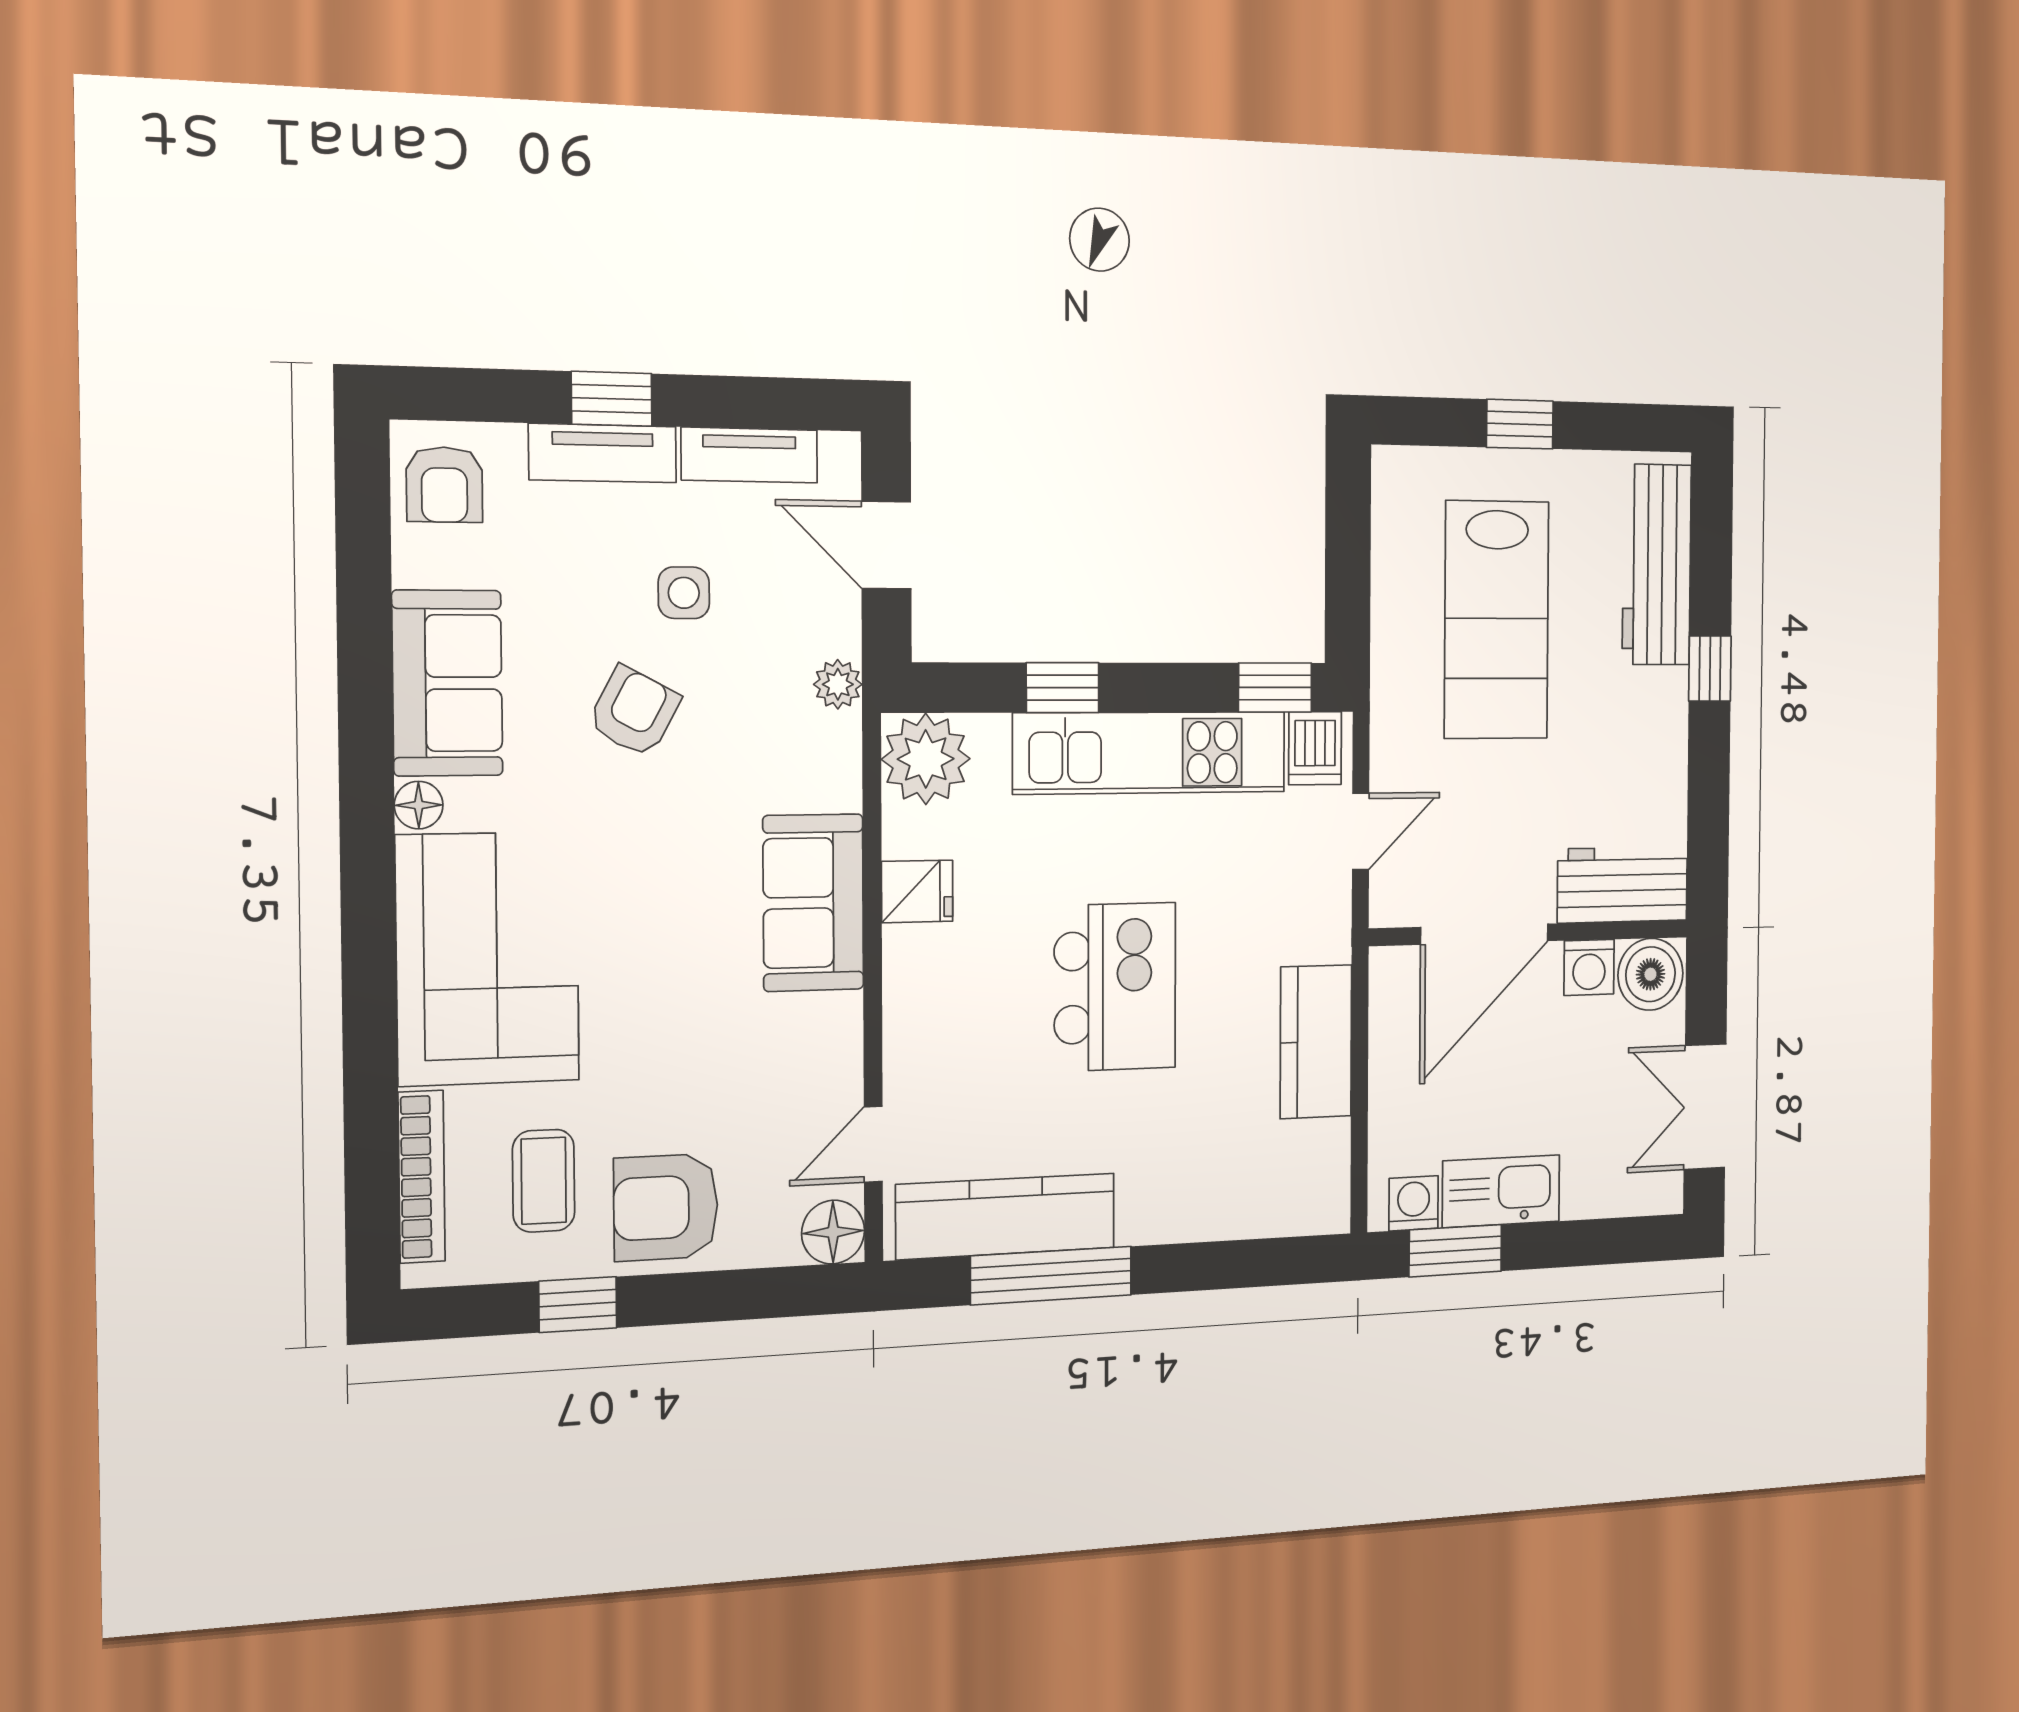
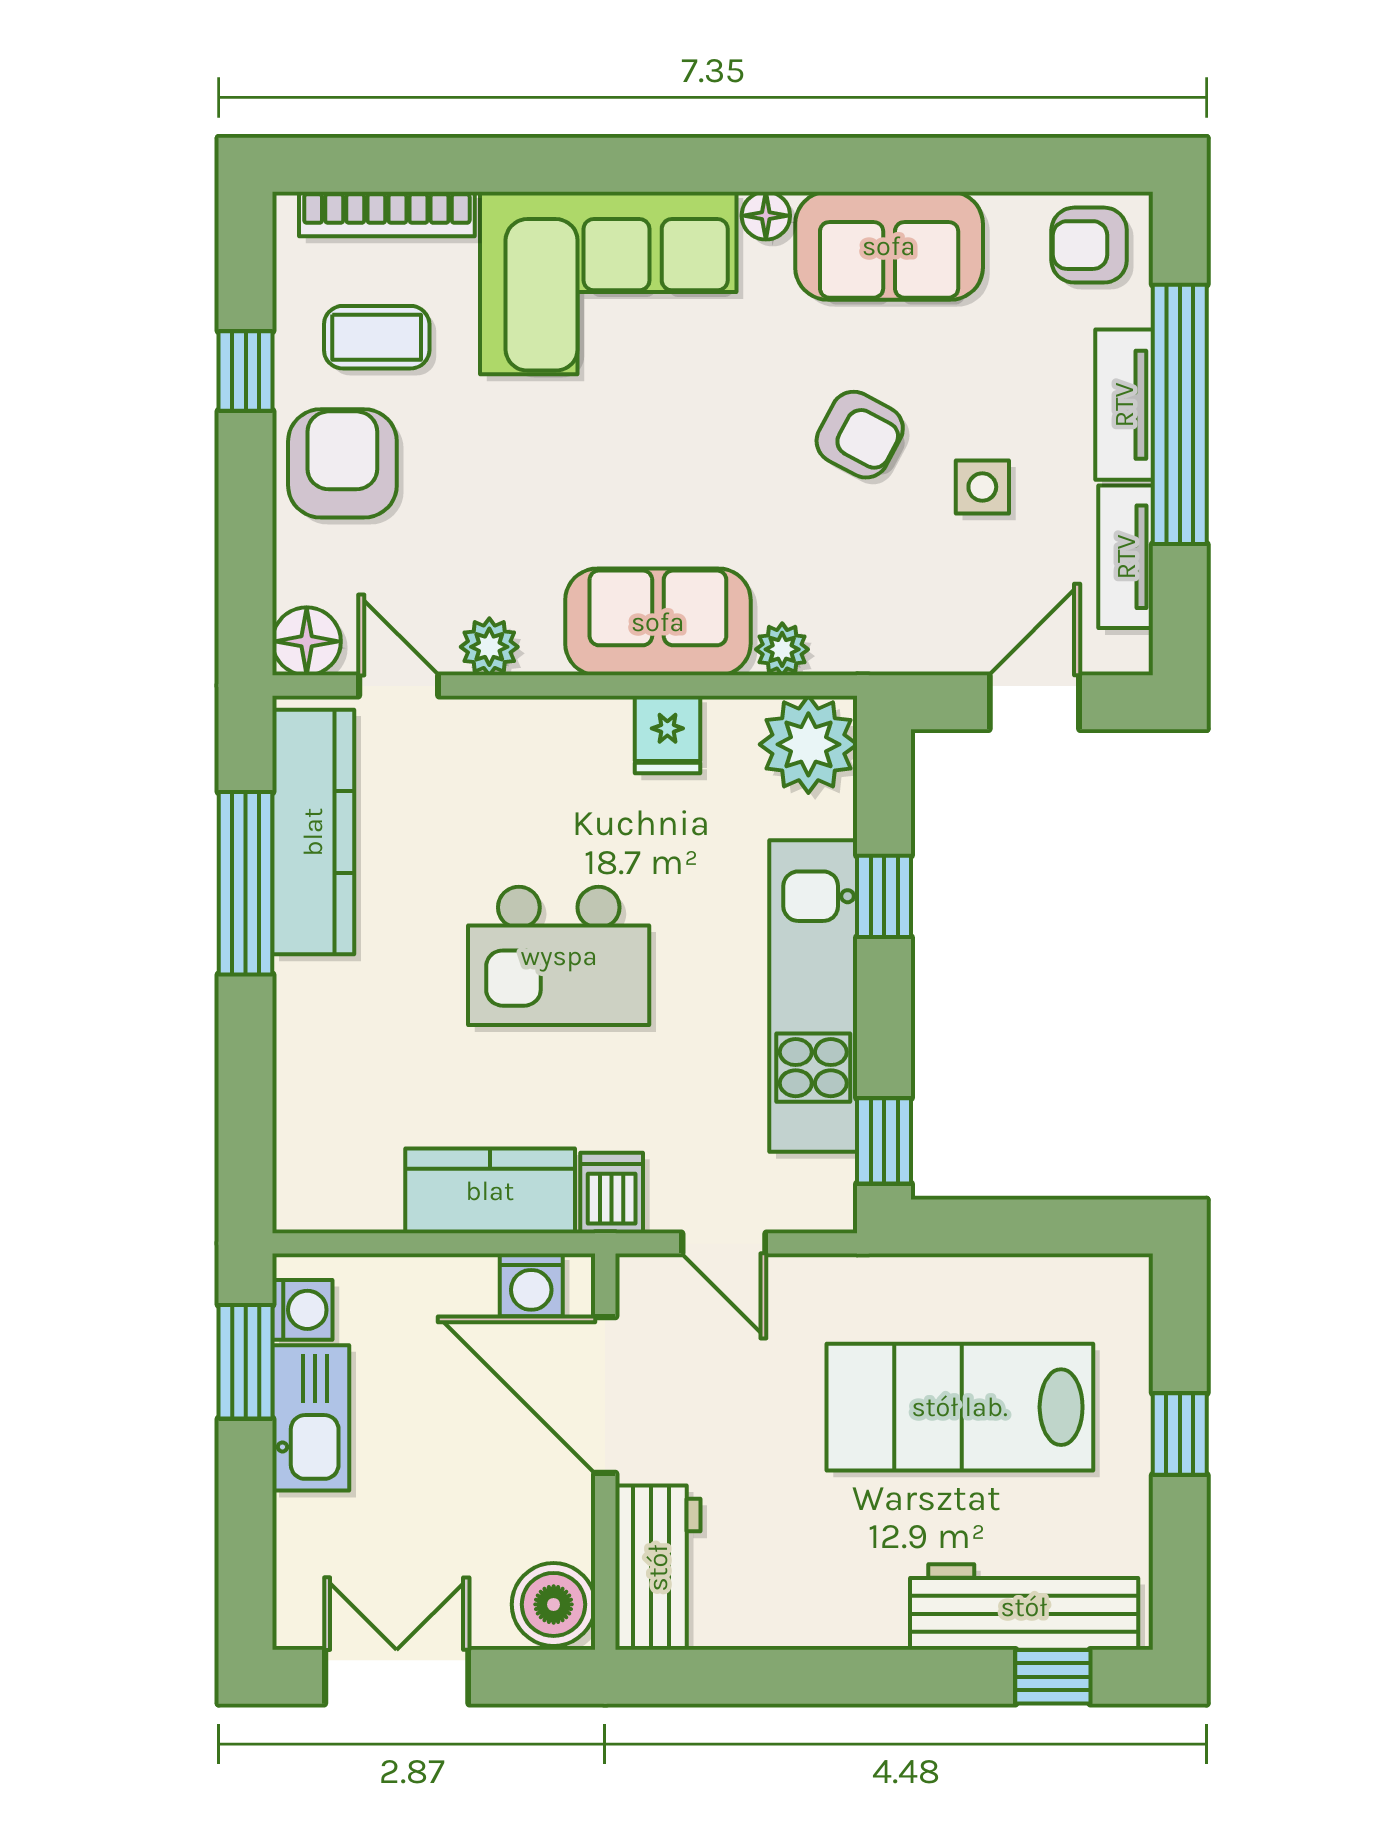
window: (612, 399) -> (1180, 414), width x3.17
window: (1710, 669) -> (1053, 1677), moved
plant: (838, 684) -> (782, 649), moved
dishwasher: (1315, 748) -> (612, 1193), moved, turned 90
washing machine: (1589, 967) -> (531, 1285), moved, turned -90
plant: (837, 1061) -> (489, 647), added

